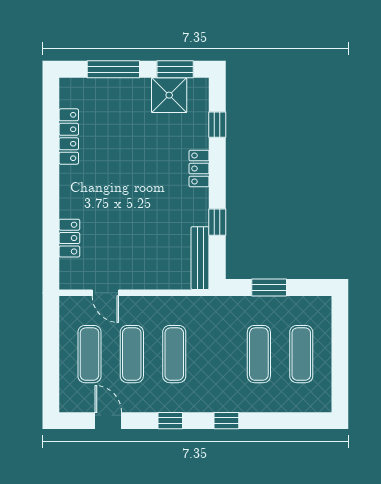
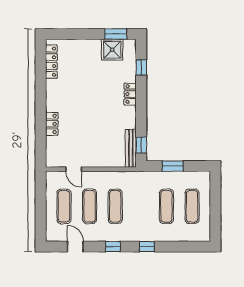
window: (113, 69) -> (78, 34), removed
locker: (69, 137) -> (51, 62), moved
window: (217, 222) -> (141, 145), moved
locker: (69, 238) -> (52, 124), moved

